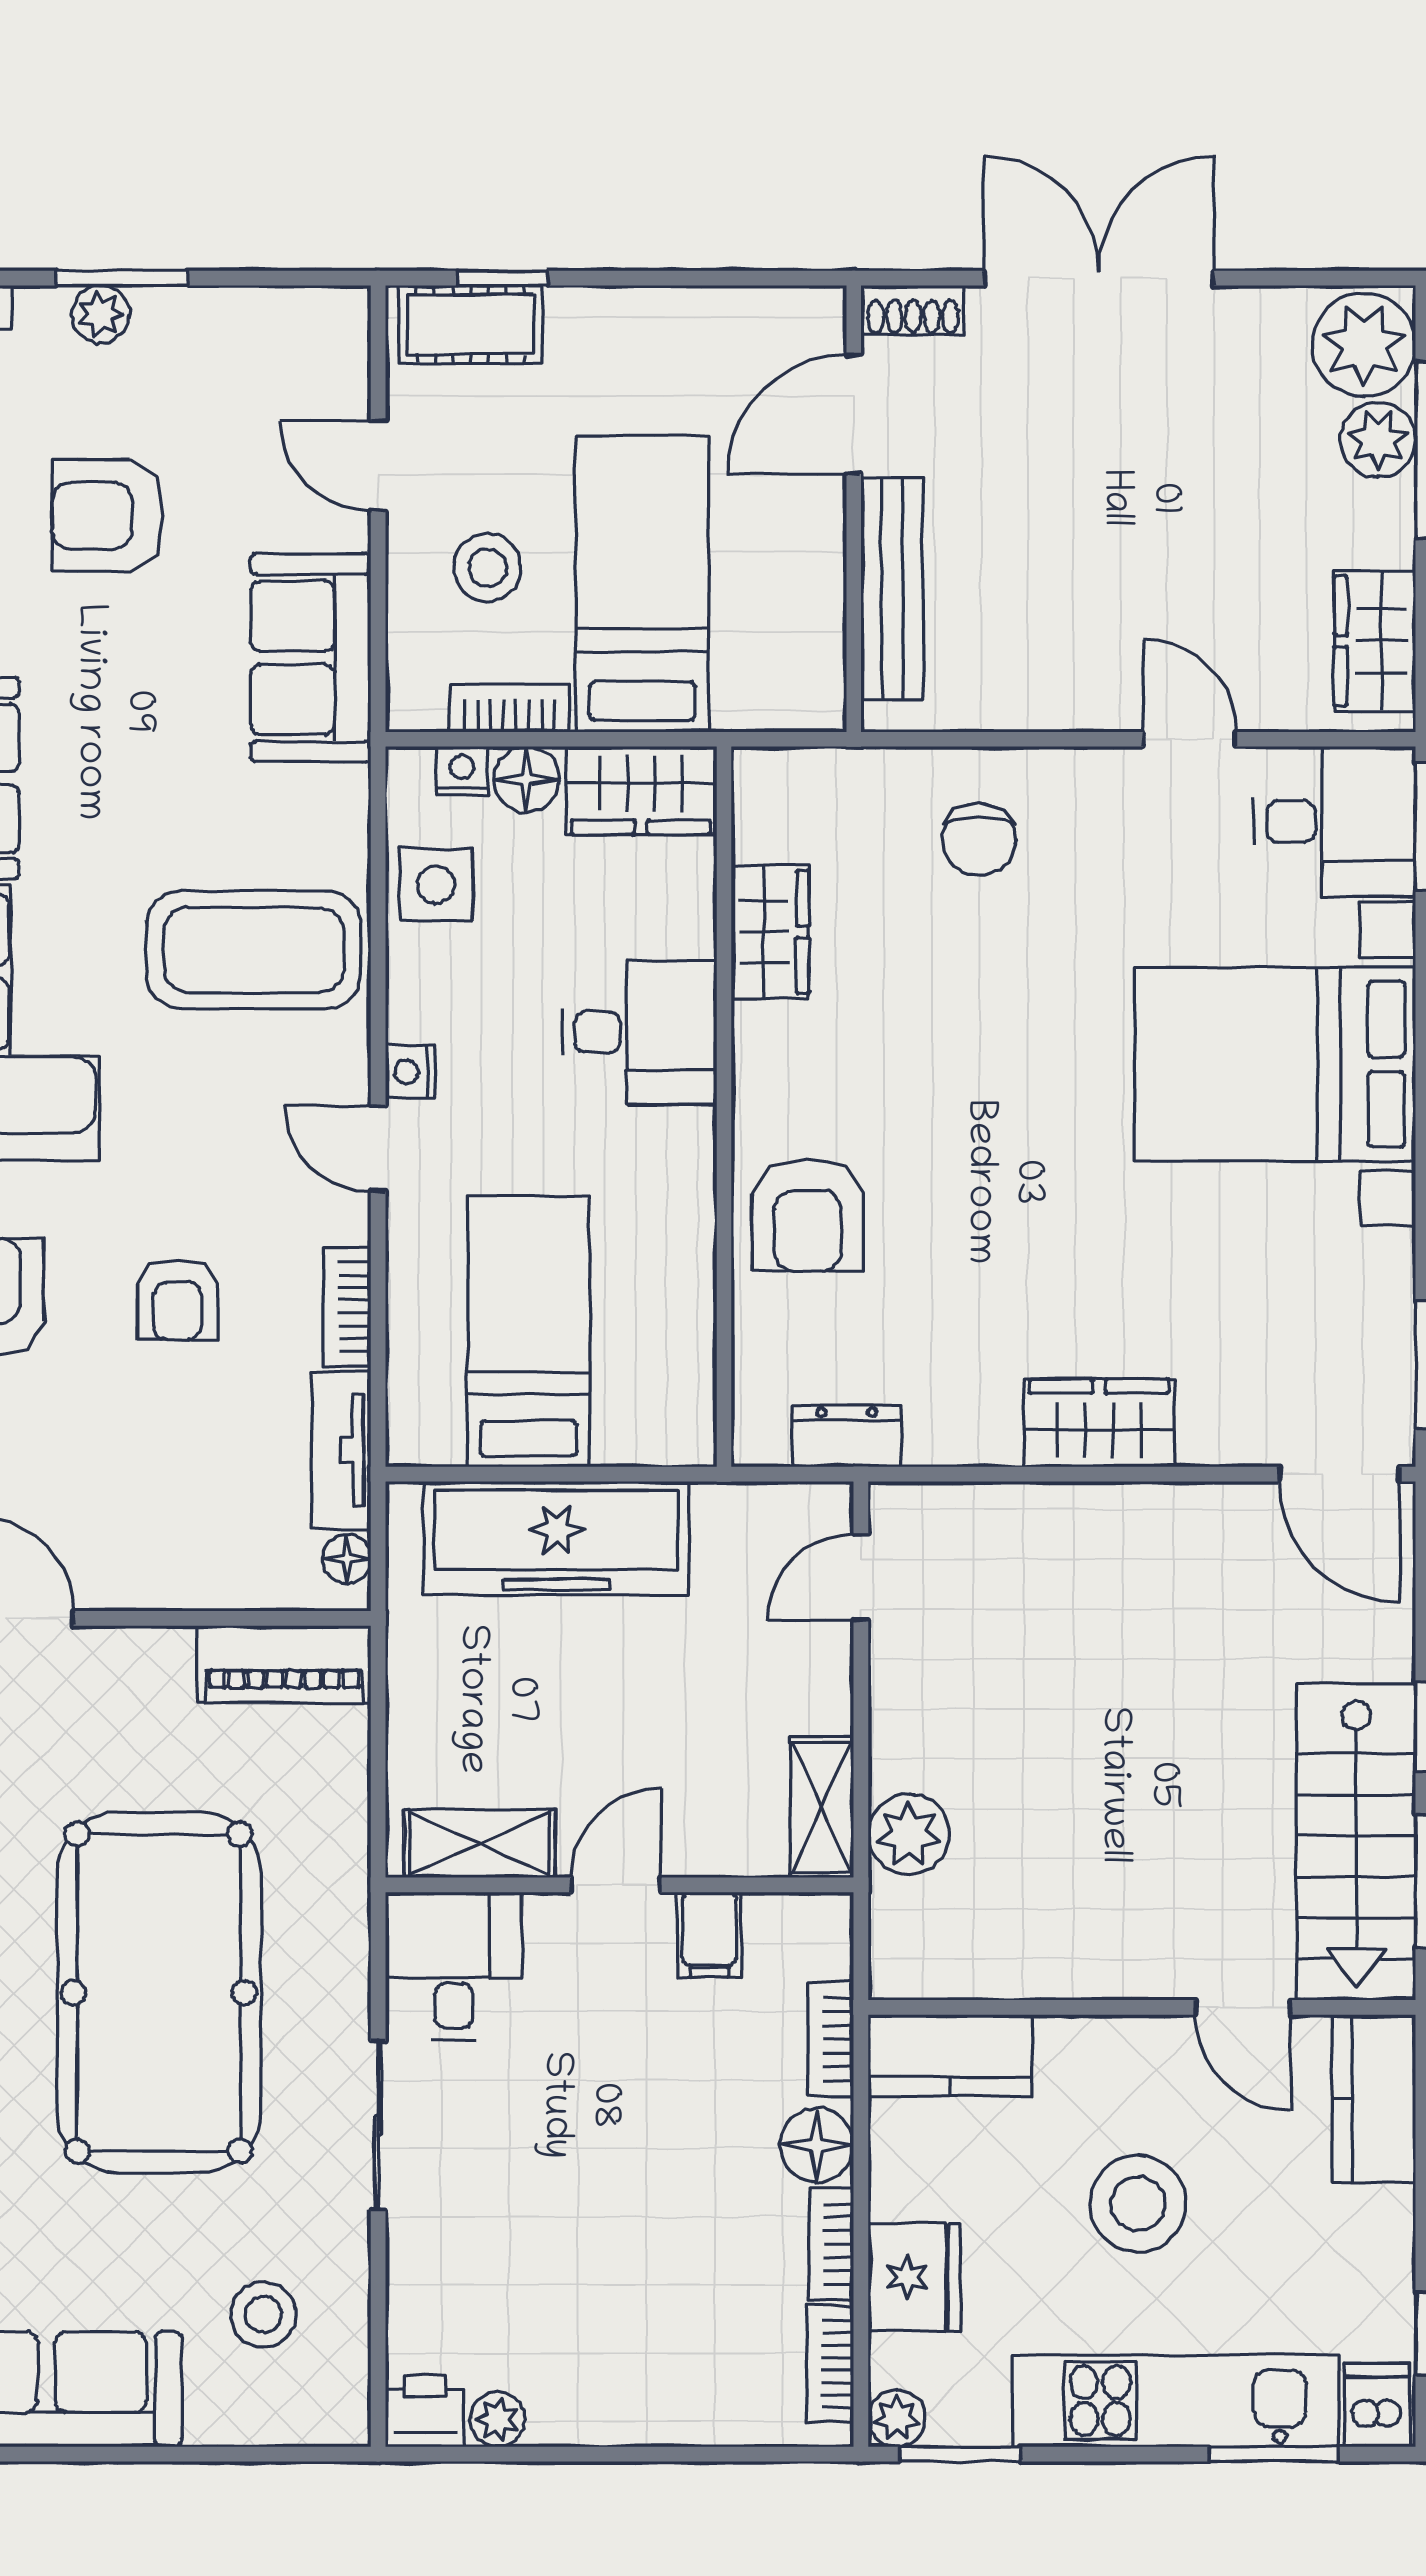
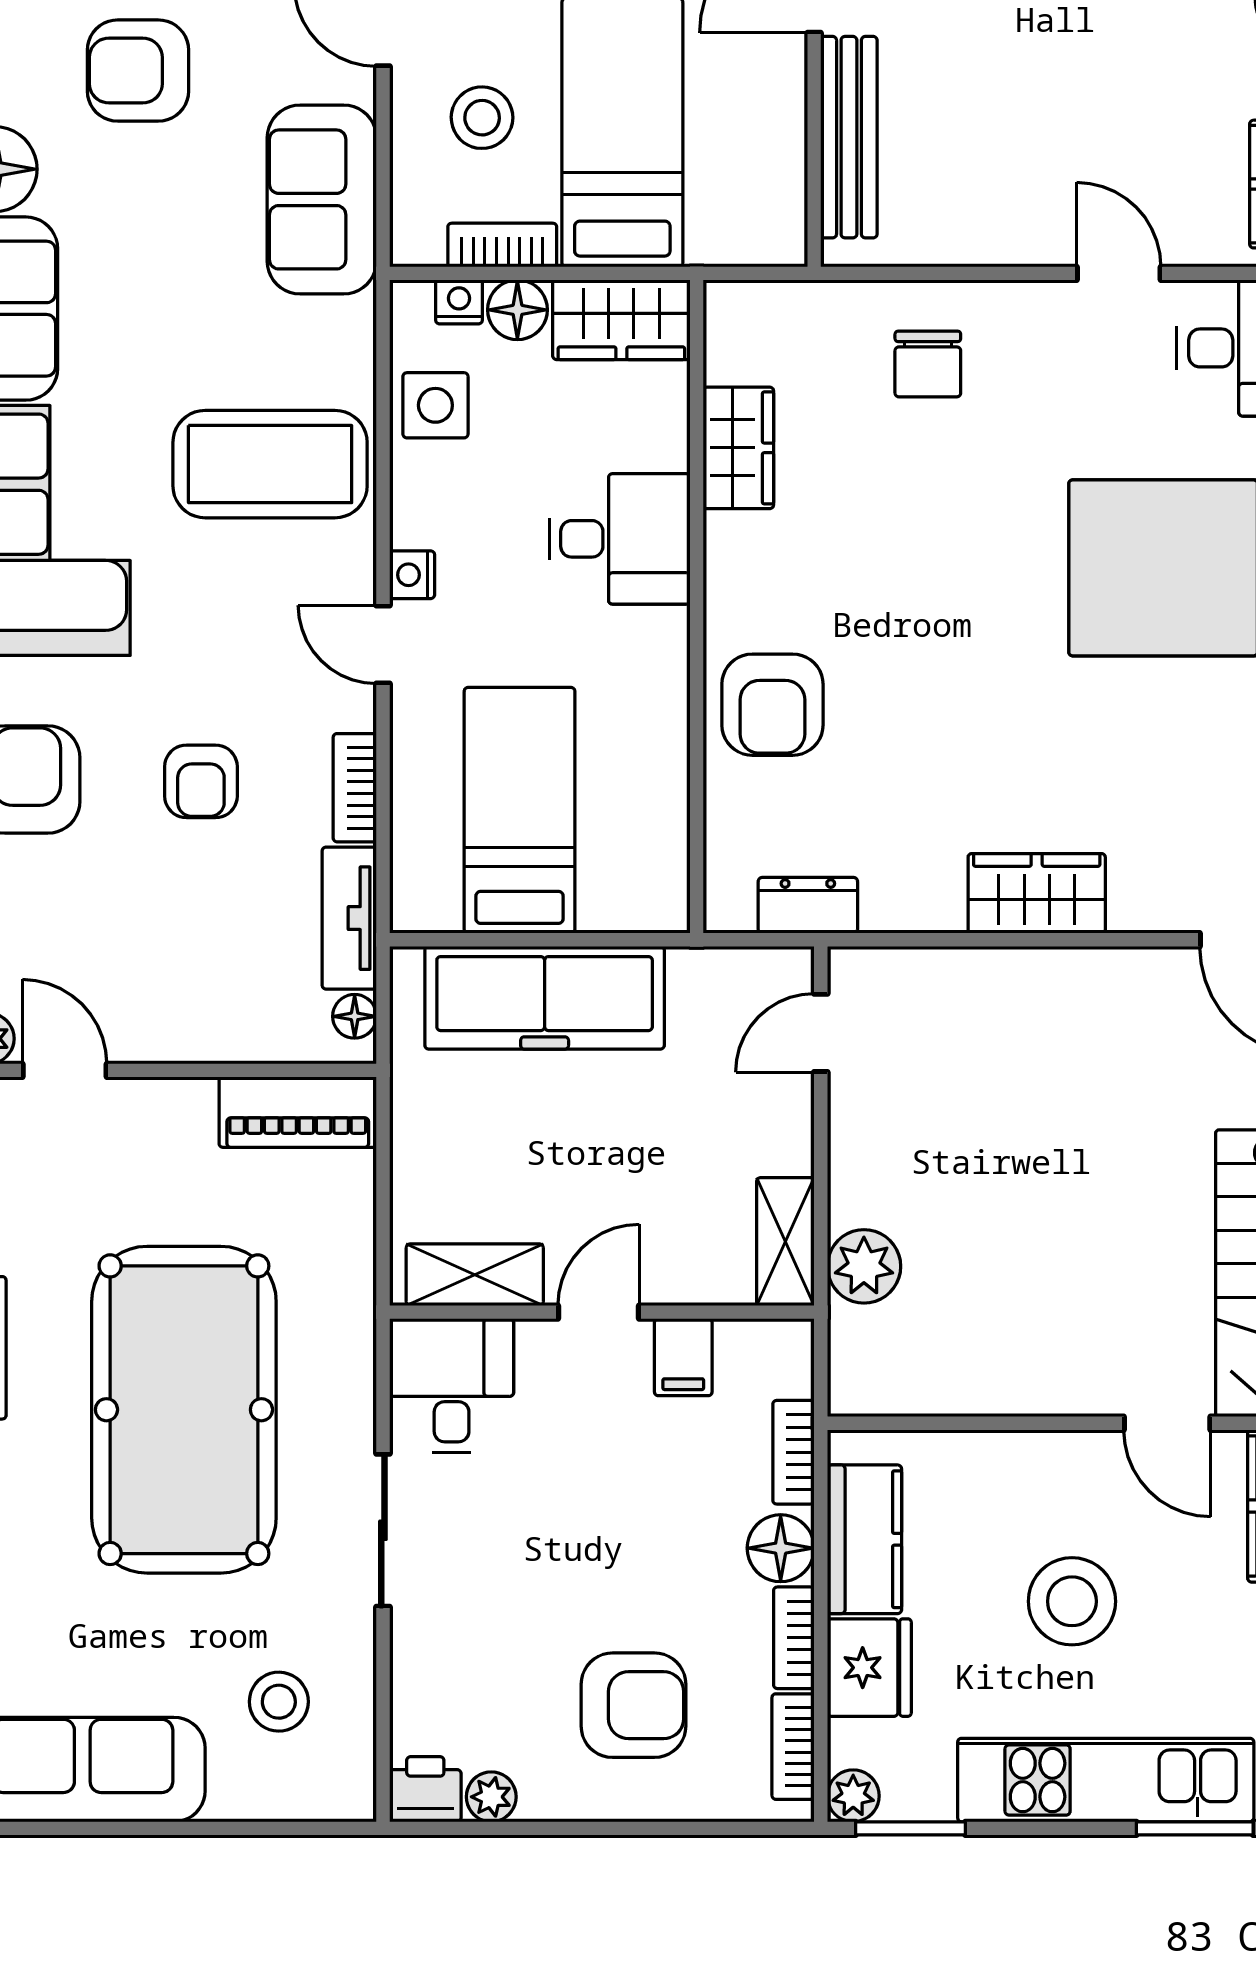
kitchen counter: (950, 2056) -> (864, 1539), moved, turned -90
armchair: (654, 2318) -> (634, 1705), added

